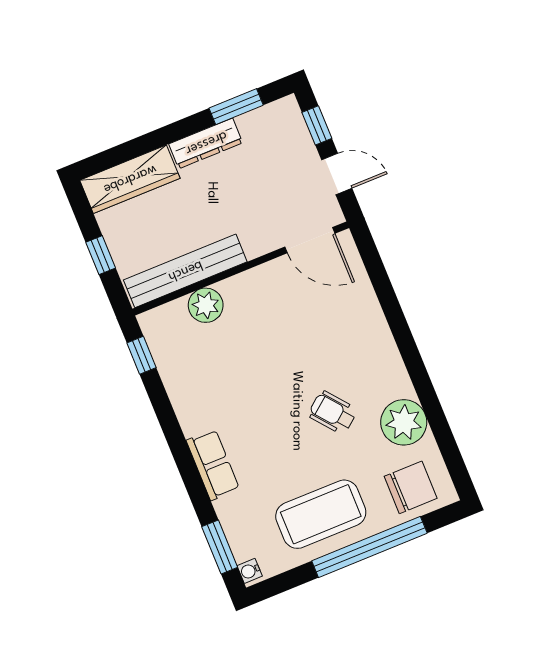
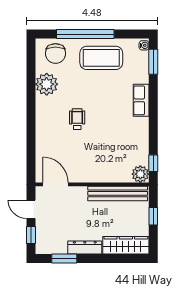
plant: (206, 305) -> (140, 174), moved
wheelchair: (333, 412) -> (77, 119), moved, turned -141
chair: (411, 487) -> (55, 53), turned -90

